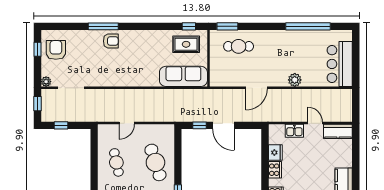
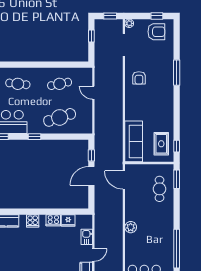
armchair: (111, 41) -> (139, 78), moved
plant: (295, 80) -> (131, 227), moved
door: (256, 88) -> (124, 180), moved

